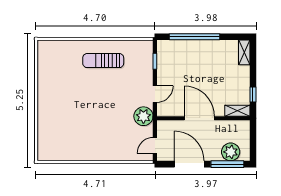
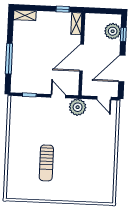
window: (195, 37) -> (9, 59), width x0.68
sun lounger: (103, 61) -> (46, 163), moved
window: (227, 164) -> (123, 35), width x0.46

